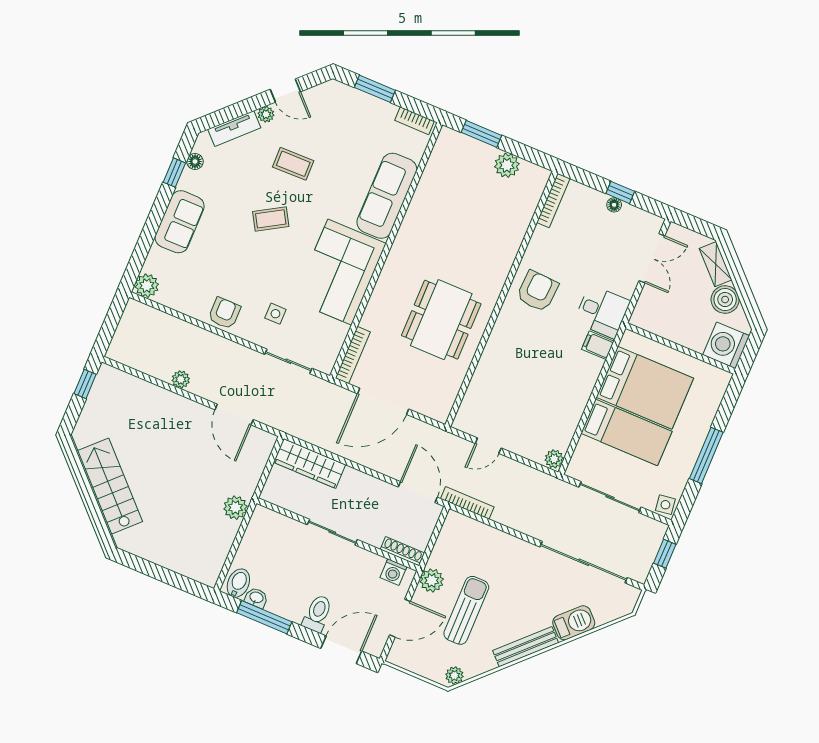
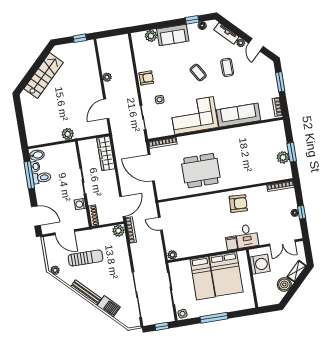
window: (481, 134) -> (292, 152), moved
plant: (147, 286) -> (151, 36), moved
washing machine: (726, 345) -> (260, 264), moved, turned 90
washing machine: (393, 572) -> (80, 204), moved
plant: (432, 580) -> (118, 231), moved
toilet: (317, 613) -> (42, 178), moved

